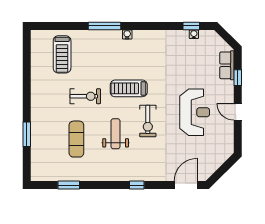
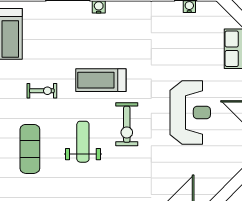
exercise bike: (85, 96) -> (42, 91), width x0.73, depth x0.72

